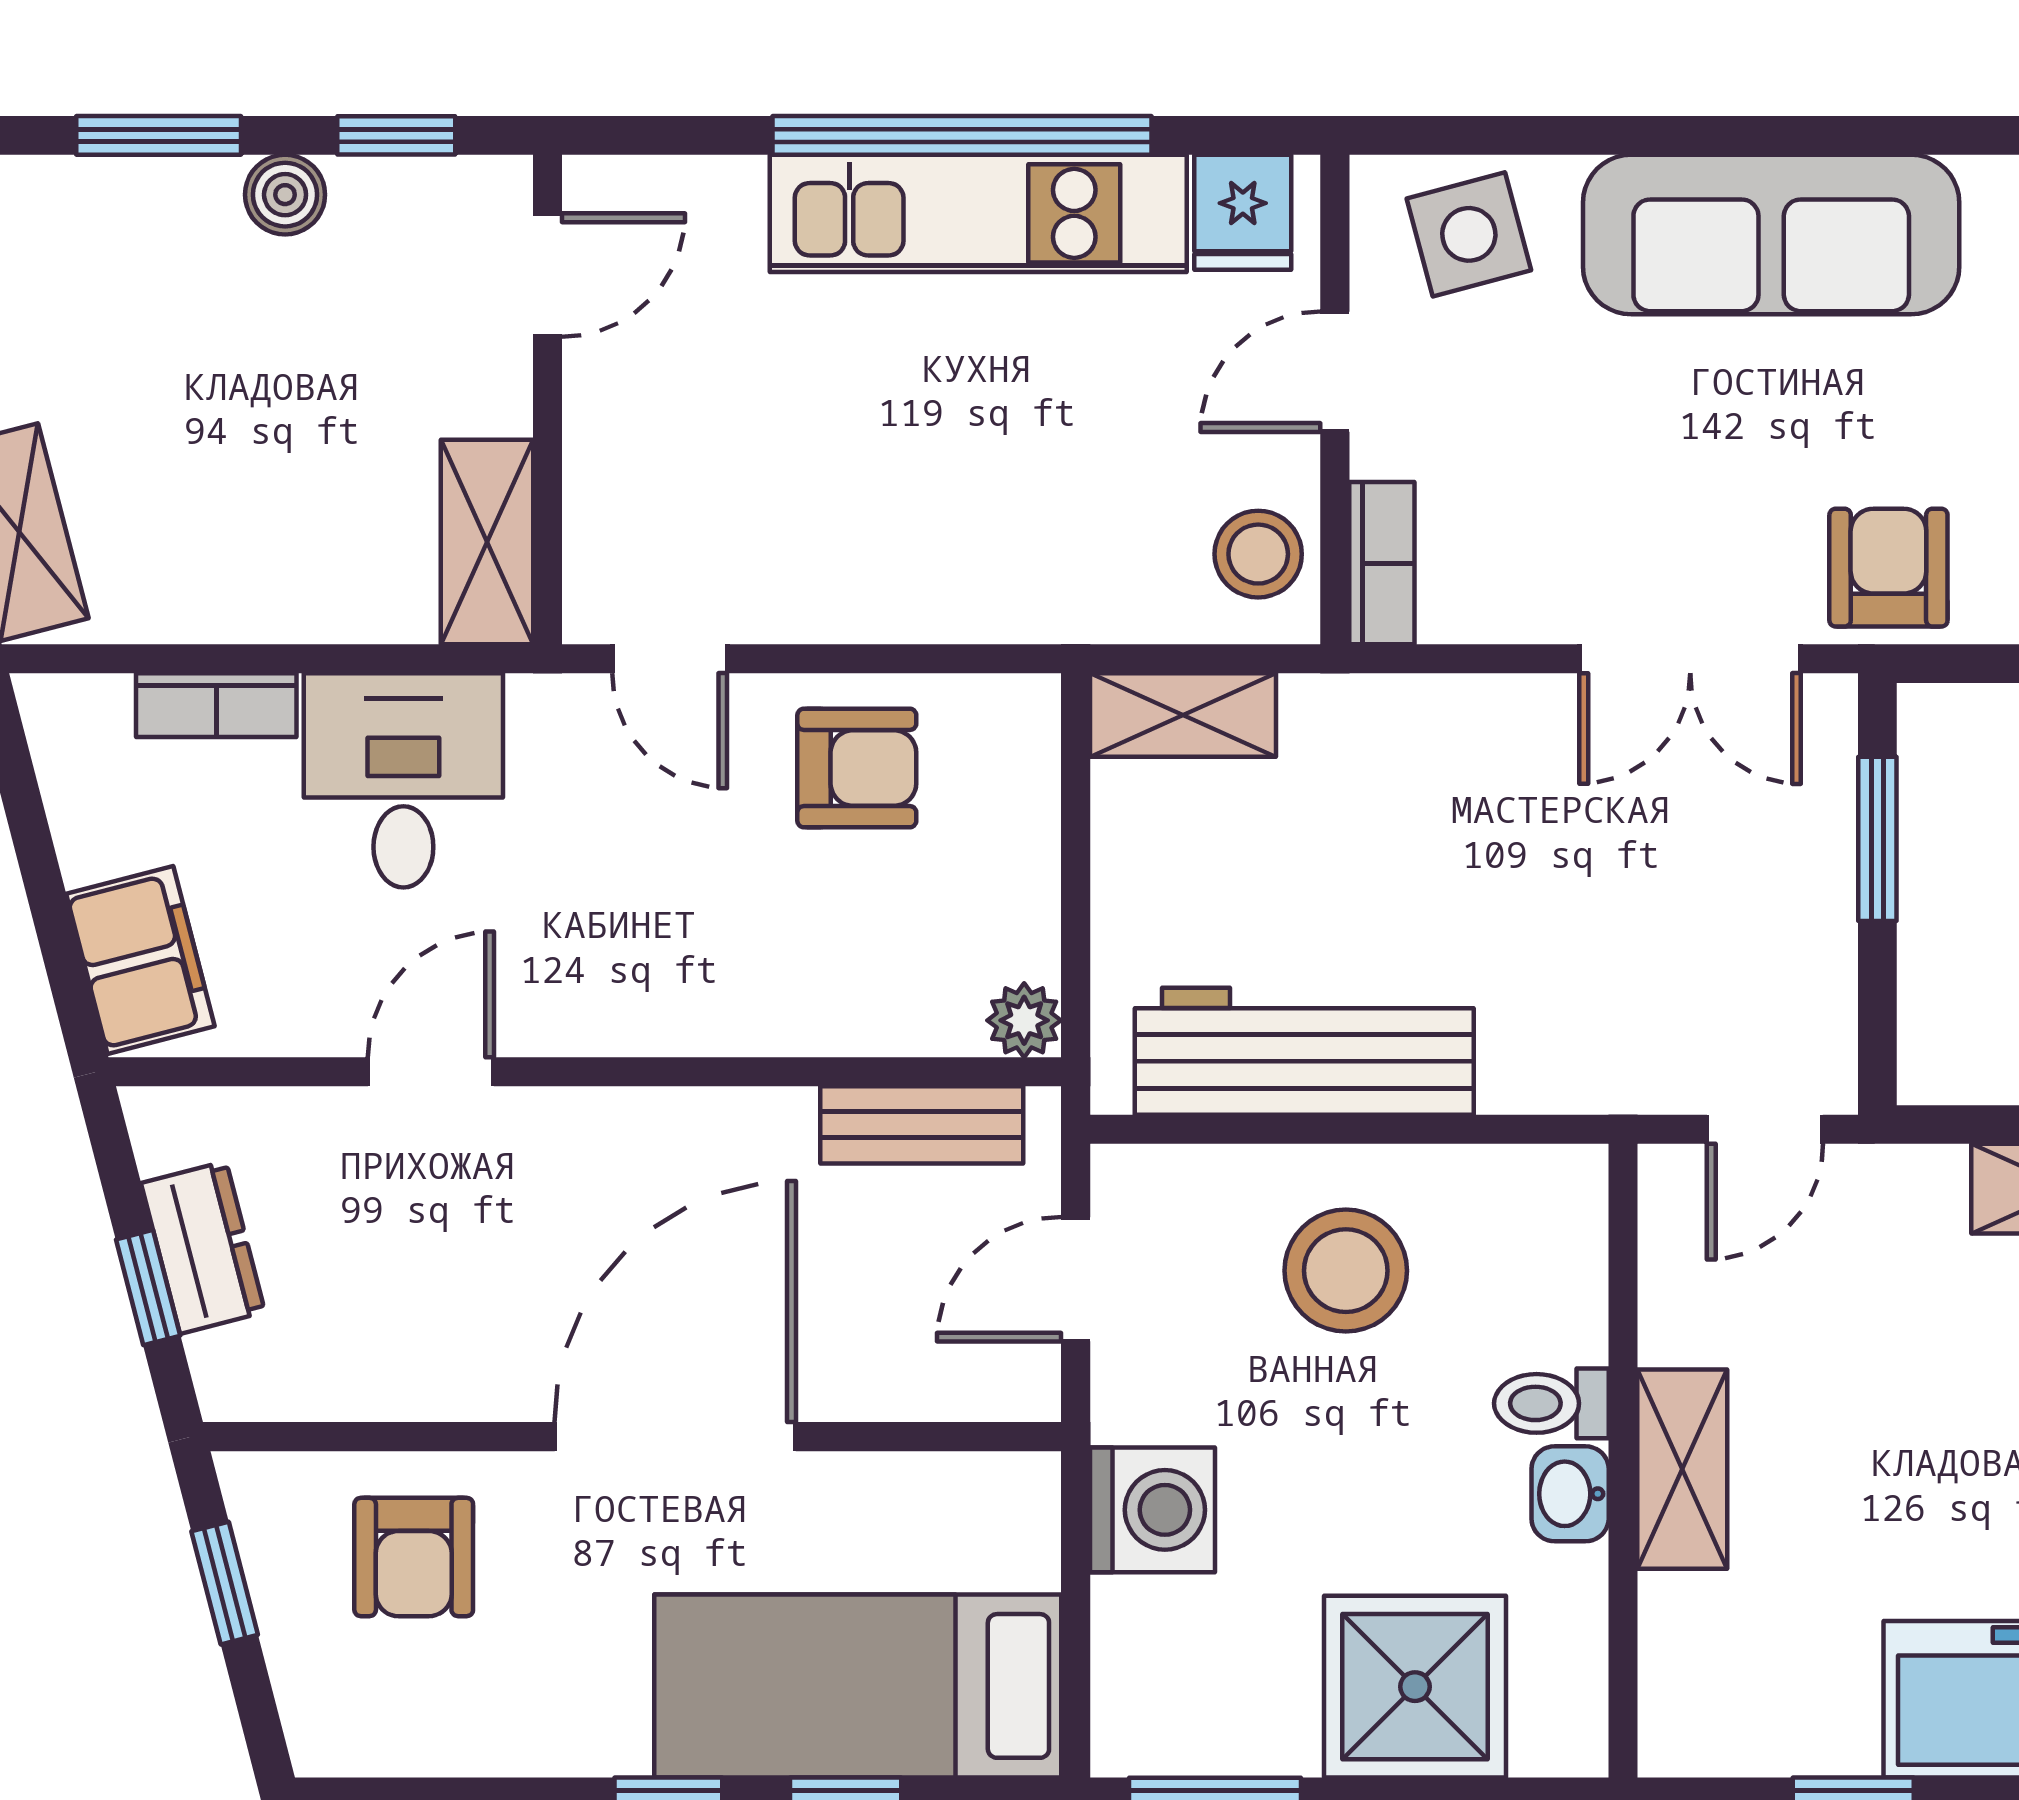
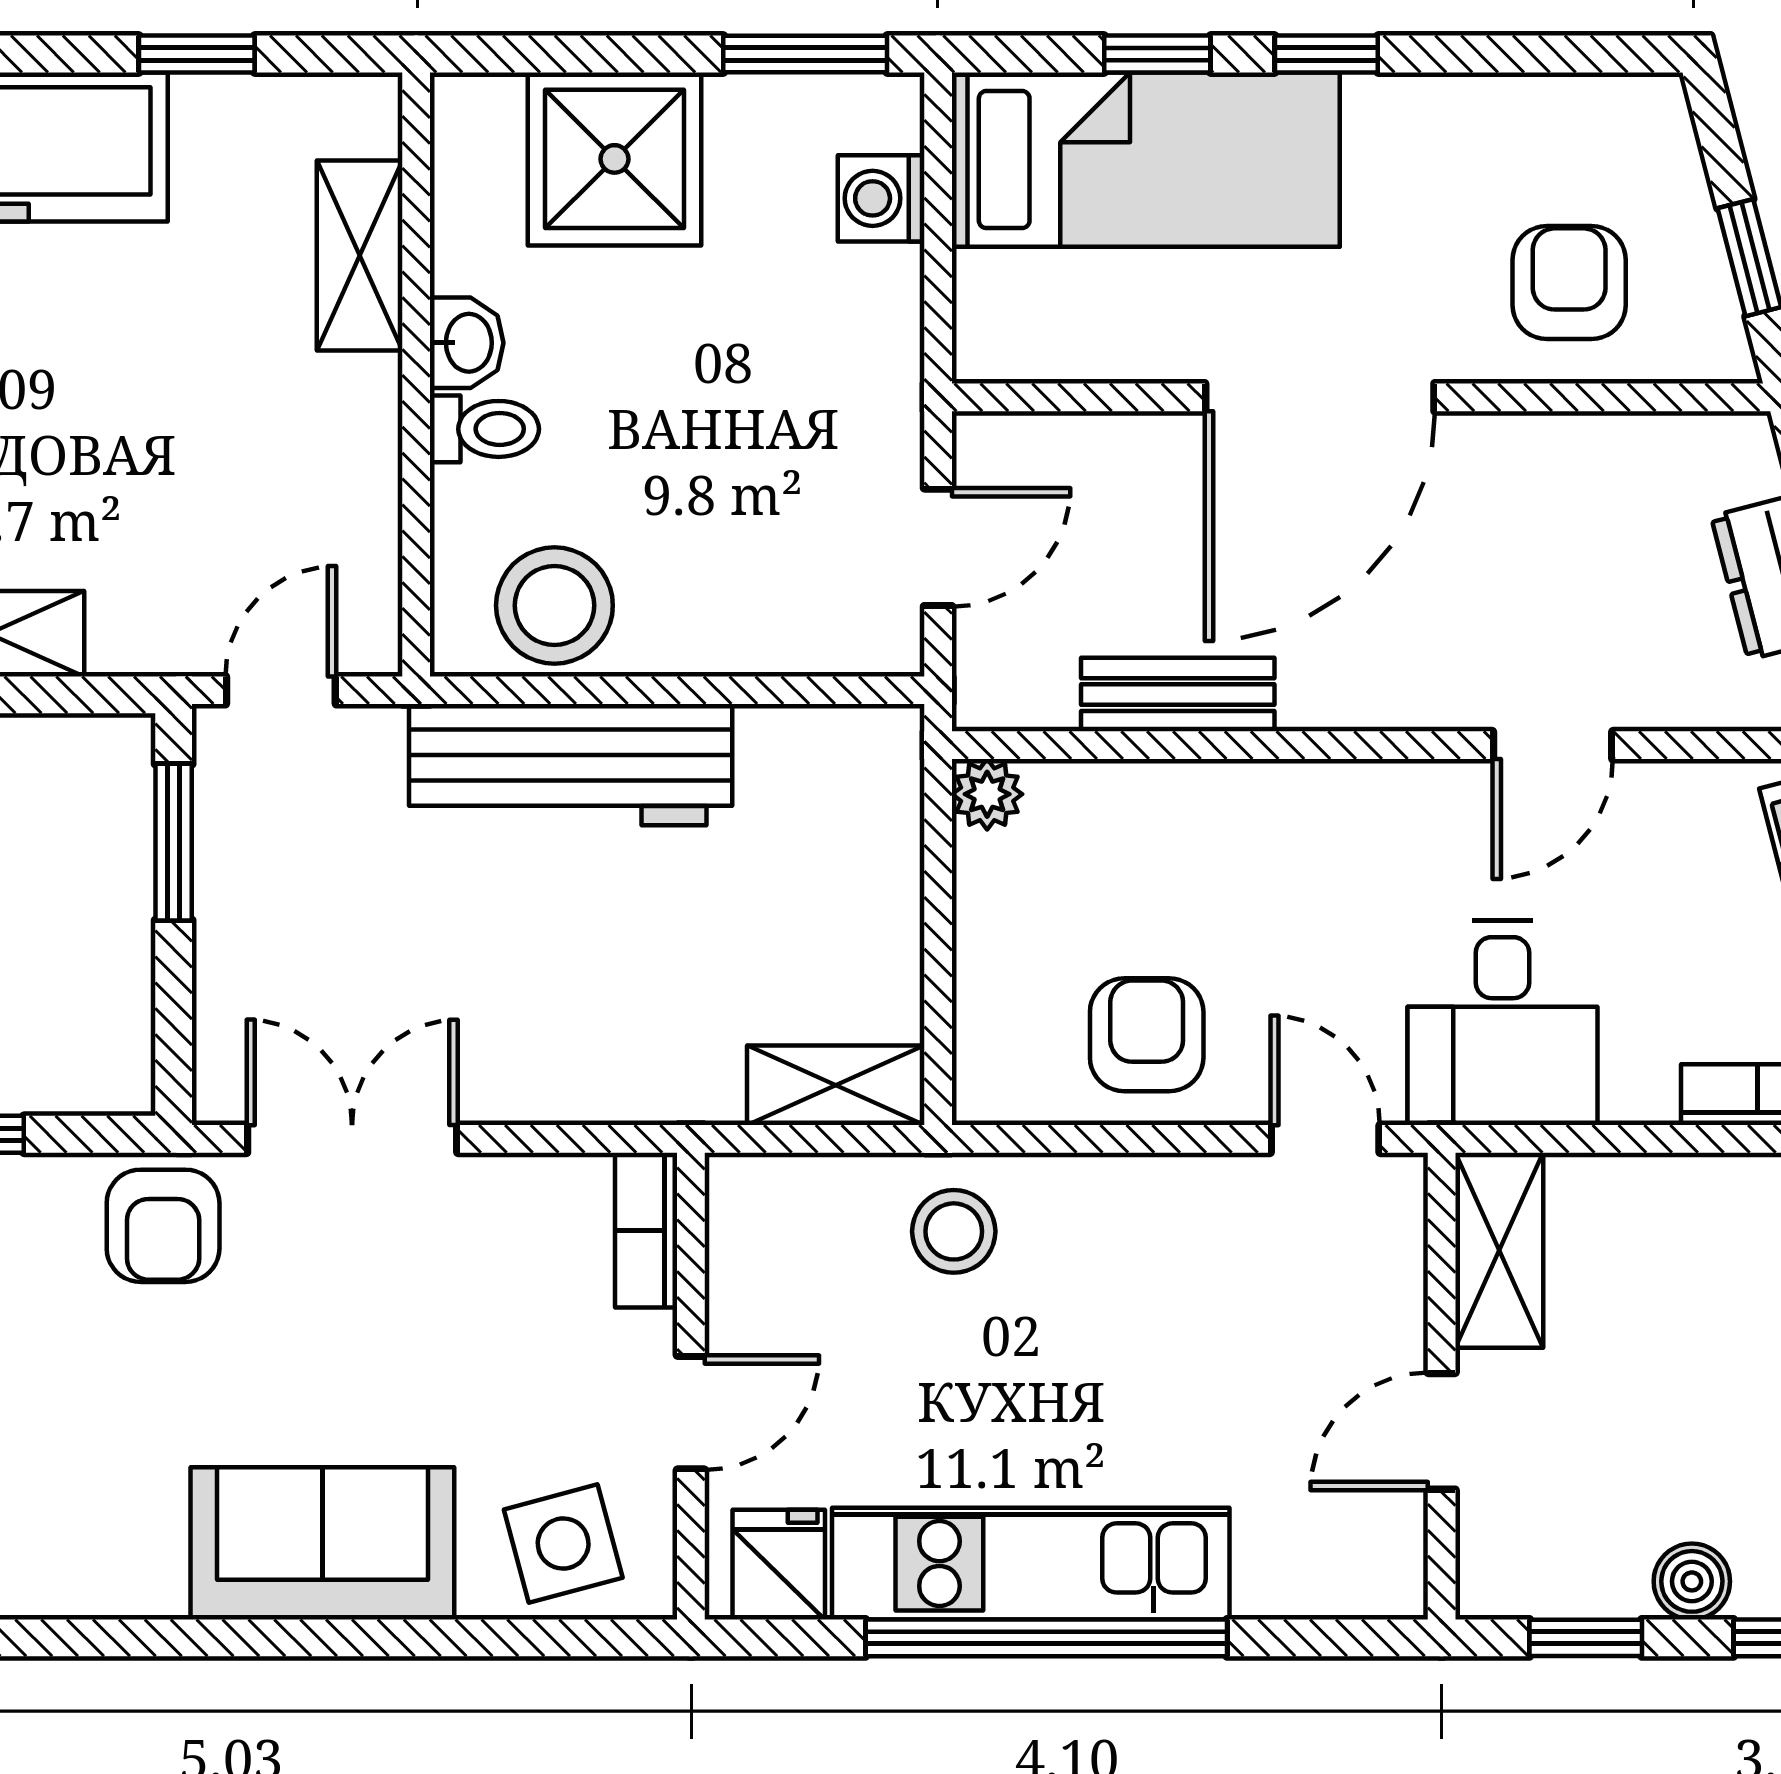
sofa: (1771, 235) -> (322, 1543), width x0.73
door: (547, 275) -> (1442, 1431), moved
stool: (1258, 554) -> (954, 1231), moved
armchair: (857, 768) -> (1147, 1035), turned 90
desk: (403, 780) -> (1502, 1023), moved
window: (1877, 839) -> (174, 842), moved
workbench: (1304, 1051) -> (571, 765), moved
bench: (922, 1125) -> (1178, 695), moved
stool: (1346, 1271) -> (554, 605), moved
shelving: (1682, 1469) -> (360, 255), moved
washing machine: (1152, 1510) -> (881, 198), moved, width x0.73, depth x0.73

